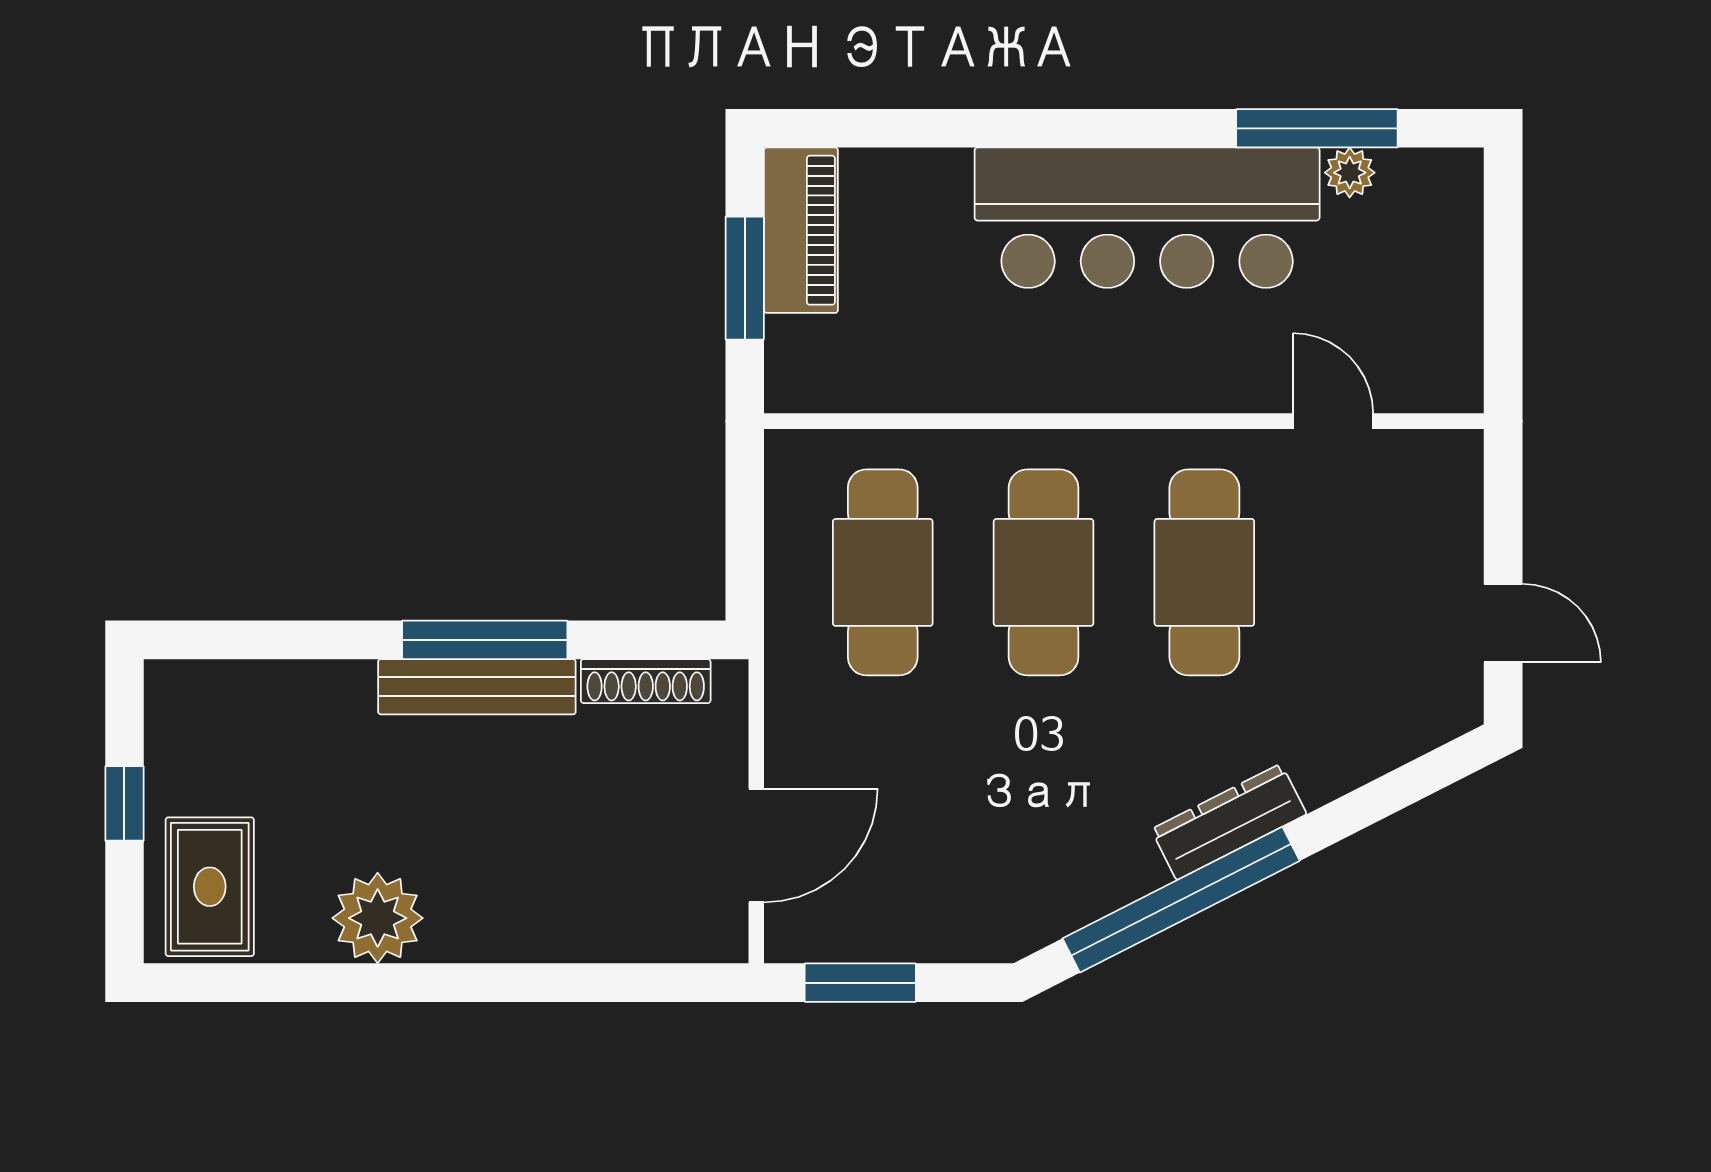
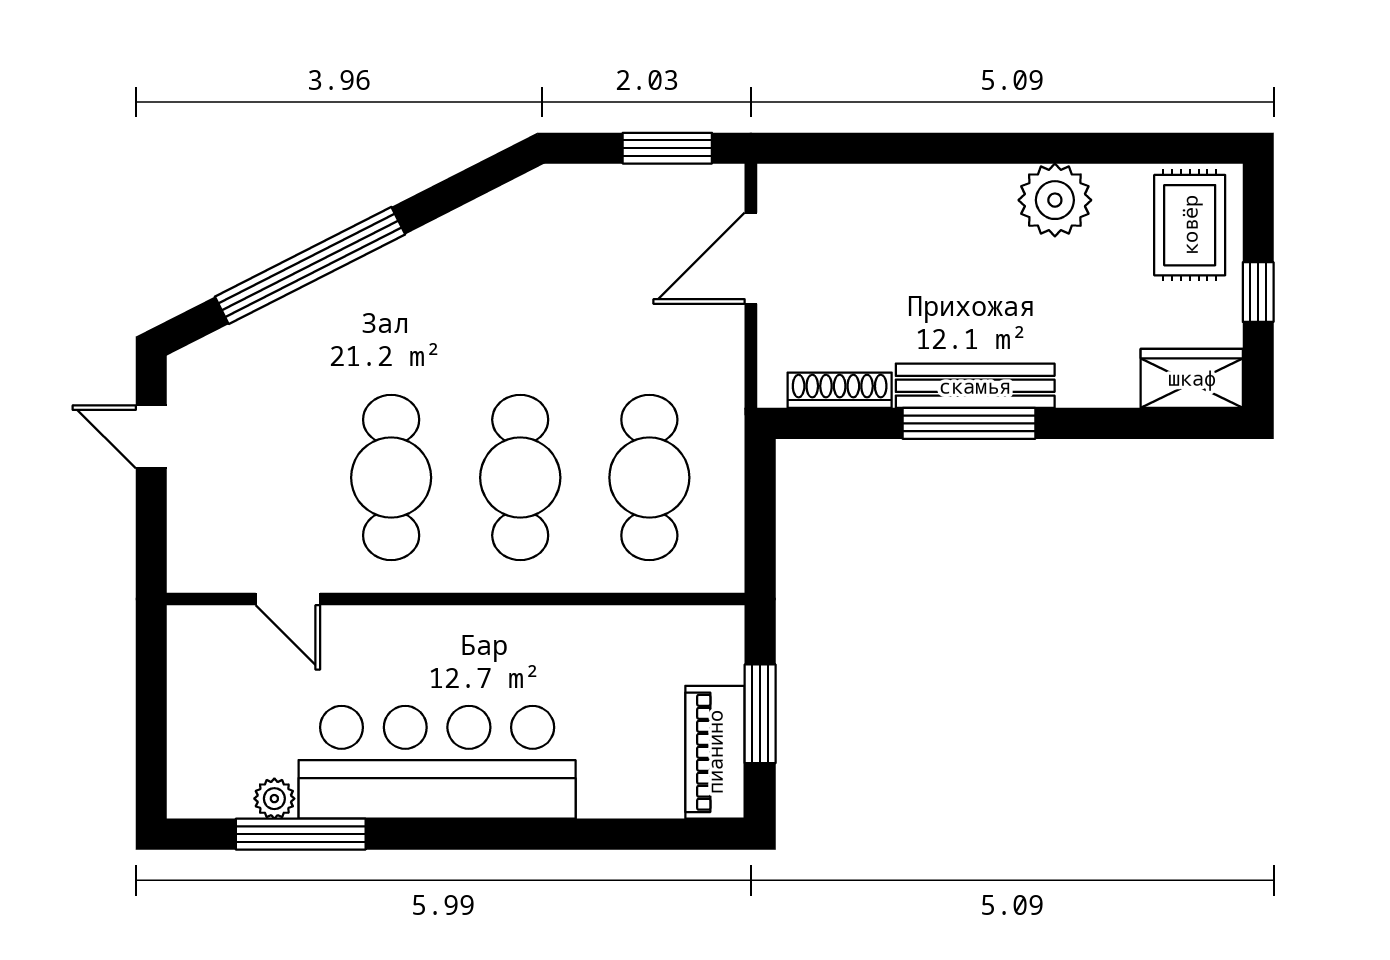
wardrobe: (207, 696) -> (1192, 378), added
dresser: (1229, 822) -> (371, 277), removed
window: (1181, 900) -> (310, 265), moved

